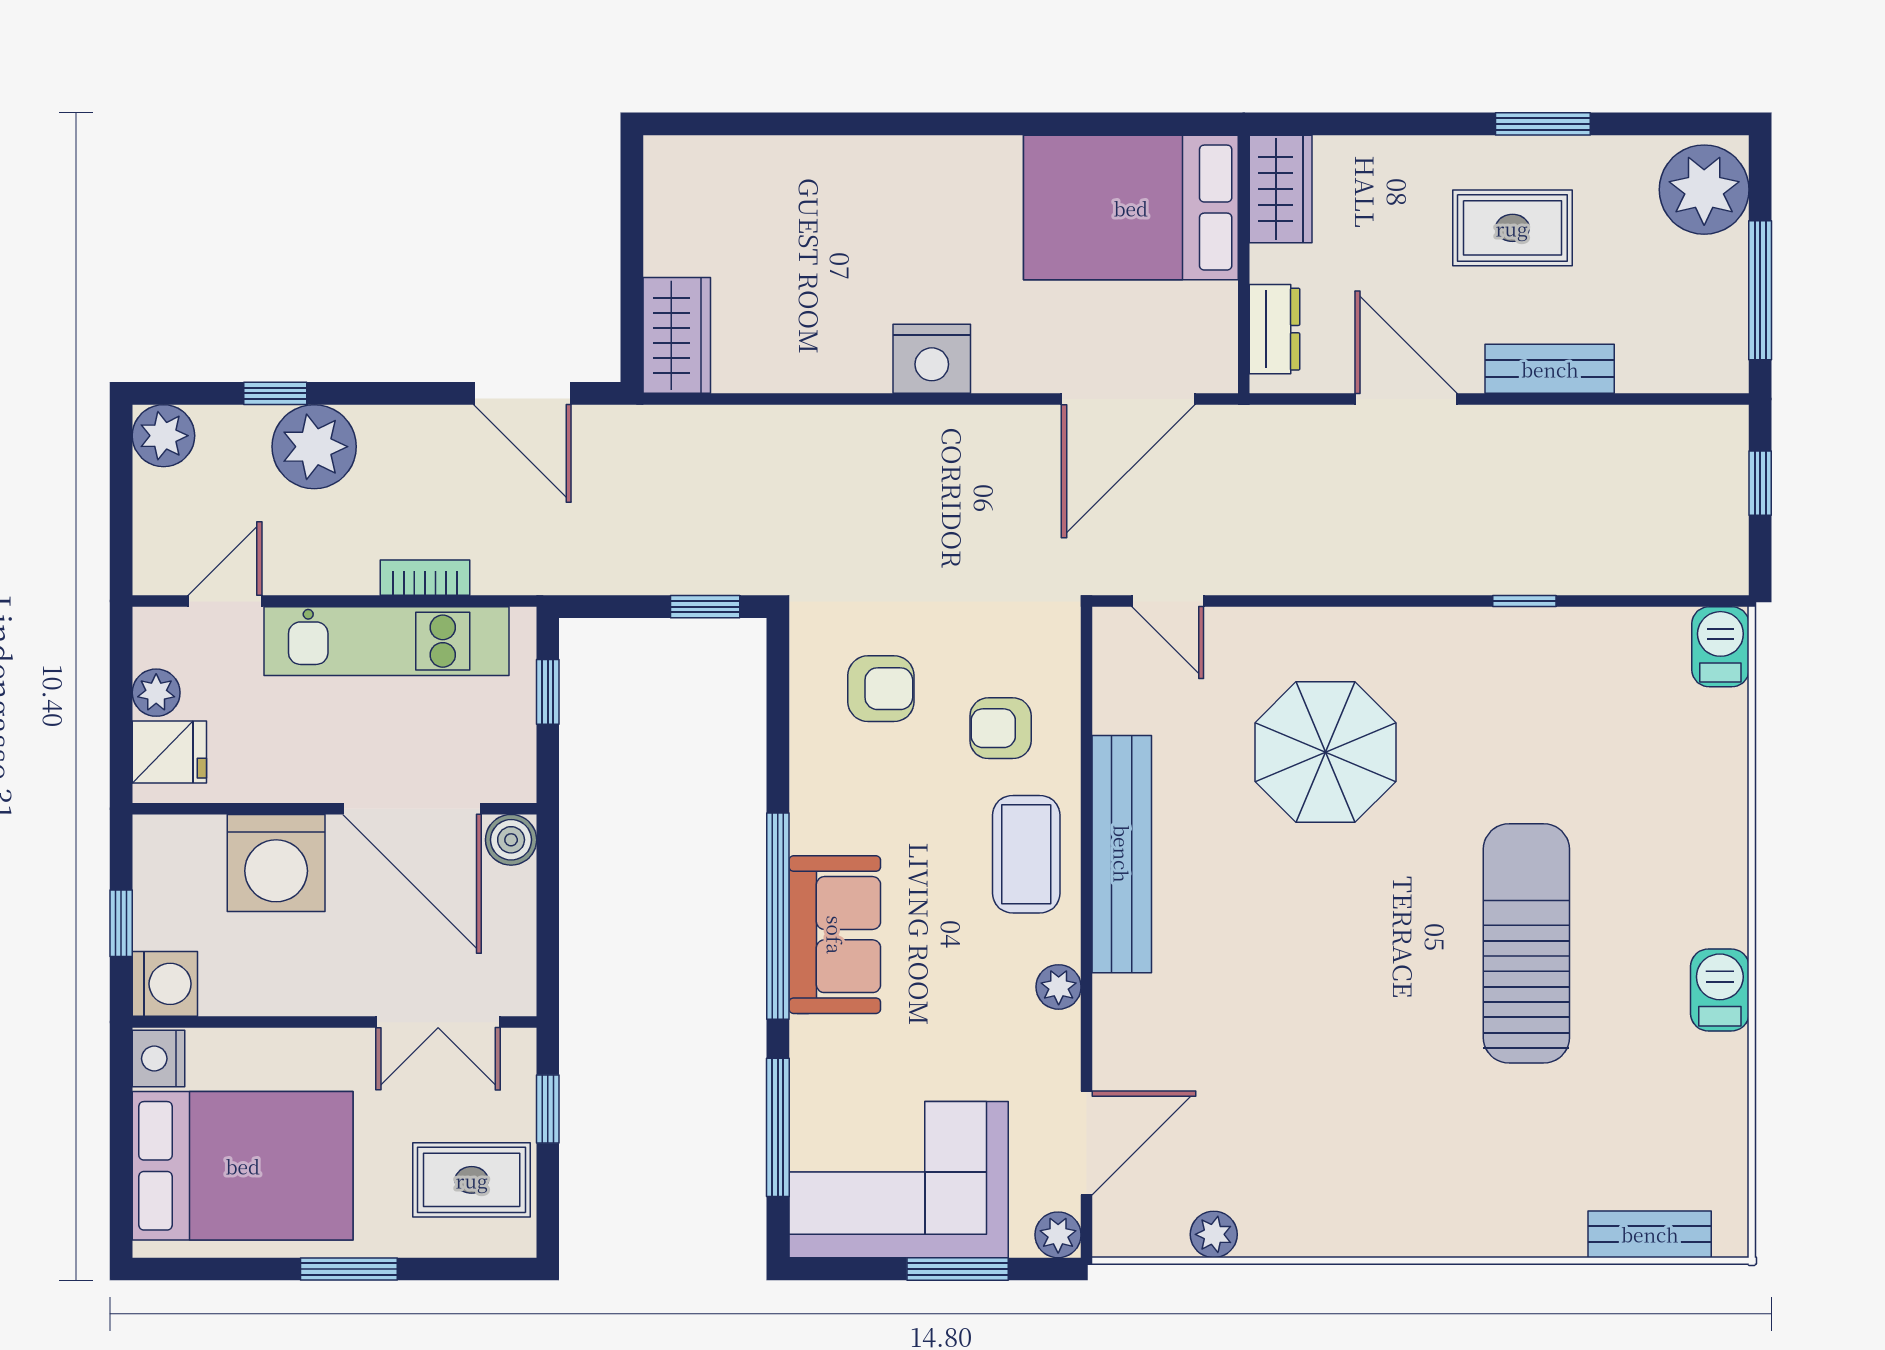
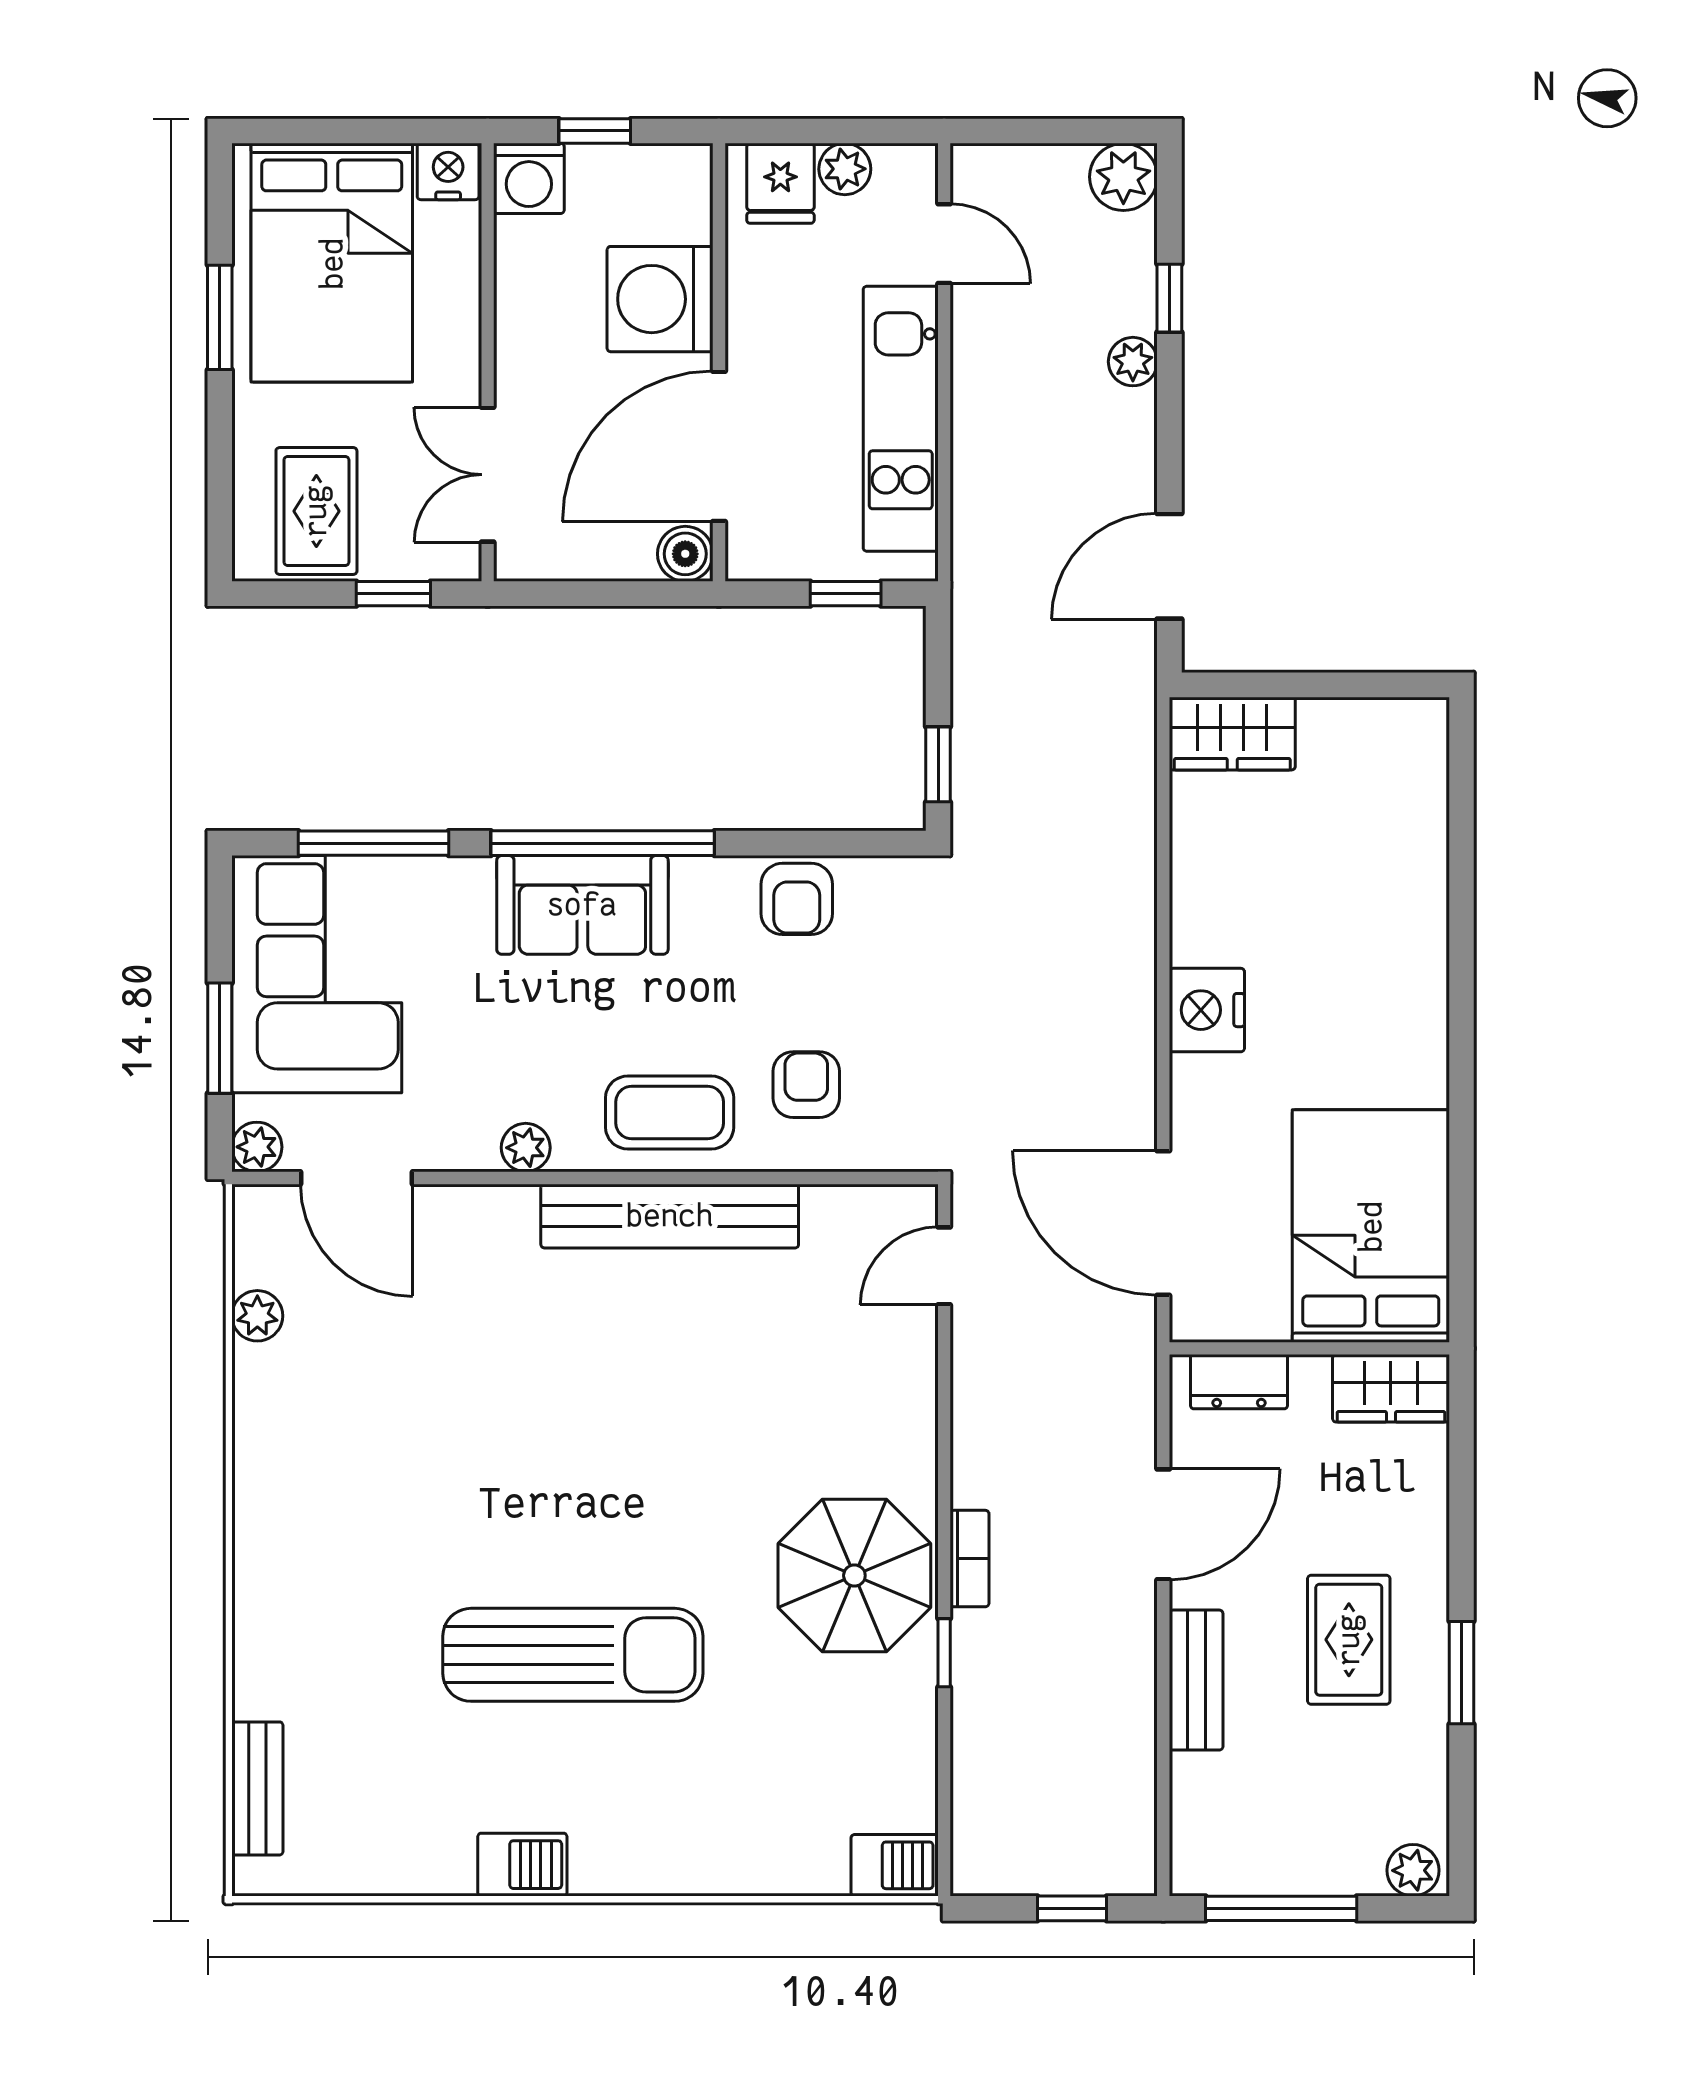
plant: (1704, 190) -> (1413, 1870), width x0.53, depth x0.53
plant: (314, 447) -> (1133, 362), width x0.53, depth x0.53
bookcase: (425, 578) -> (970, 1559), moved
armchair: (881, 689) -> (797, 899), moved
parasol: (1325, 752) -> (854, 1576), moved
window: (349, 1269) -> (220, 317), moved

